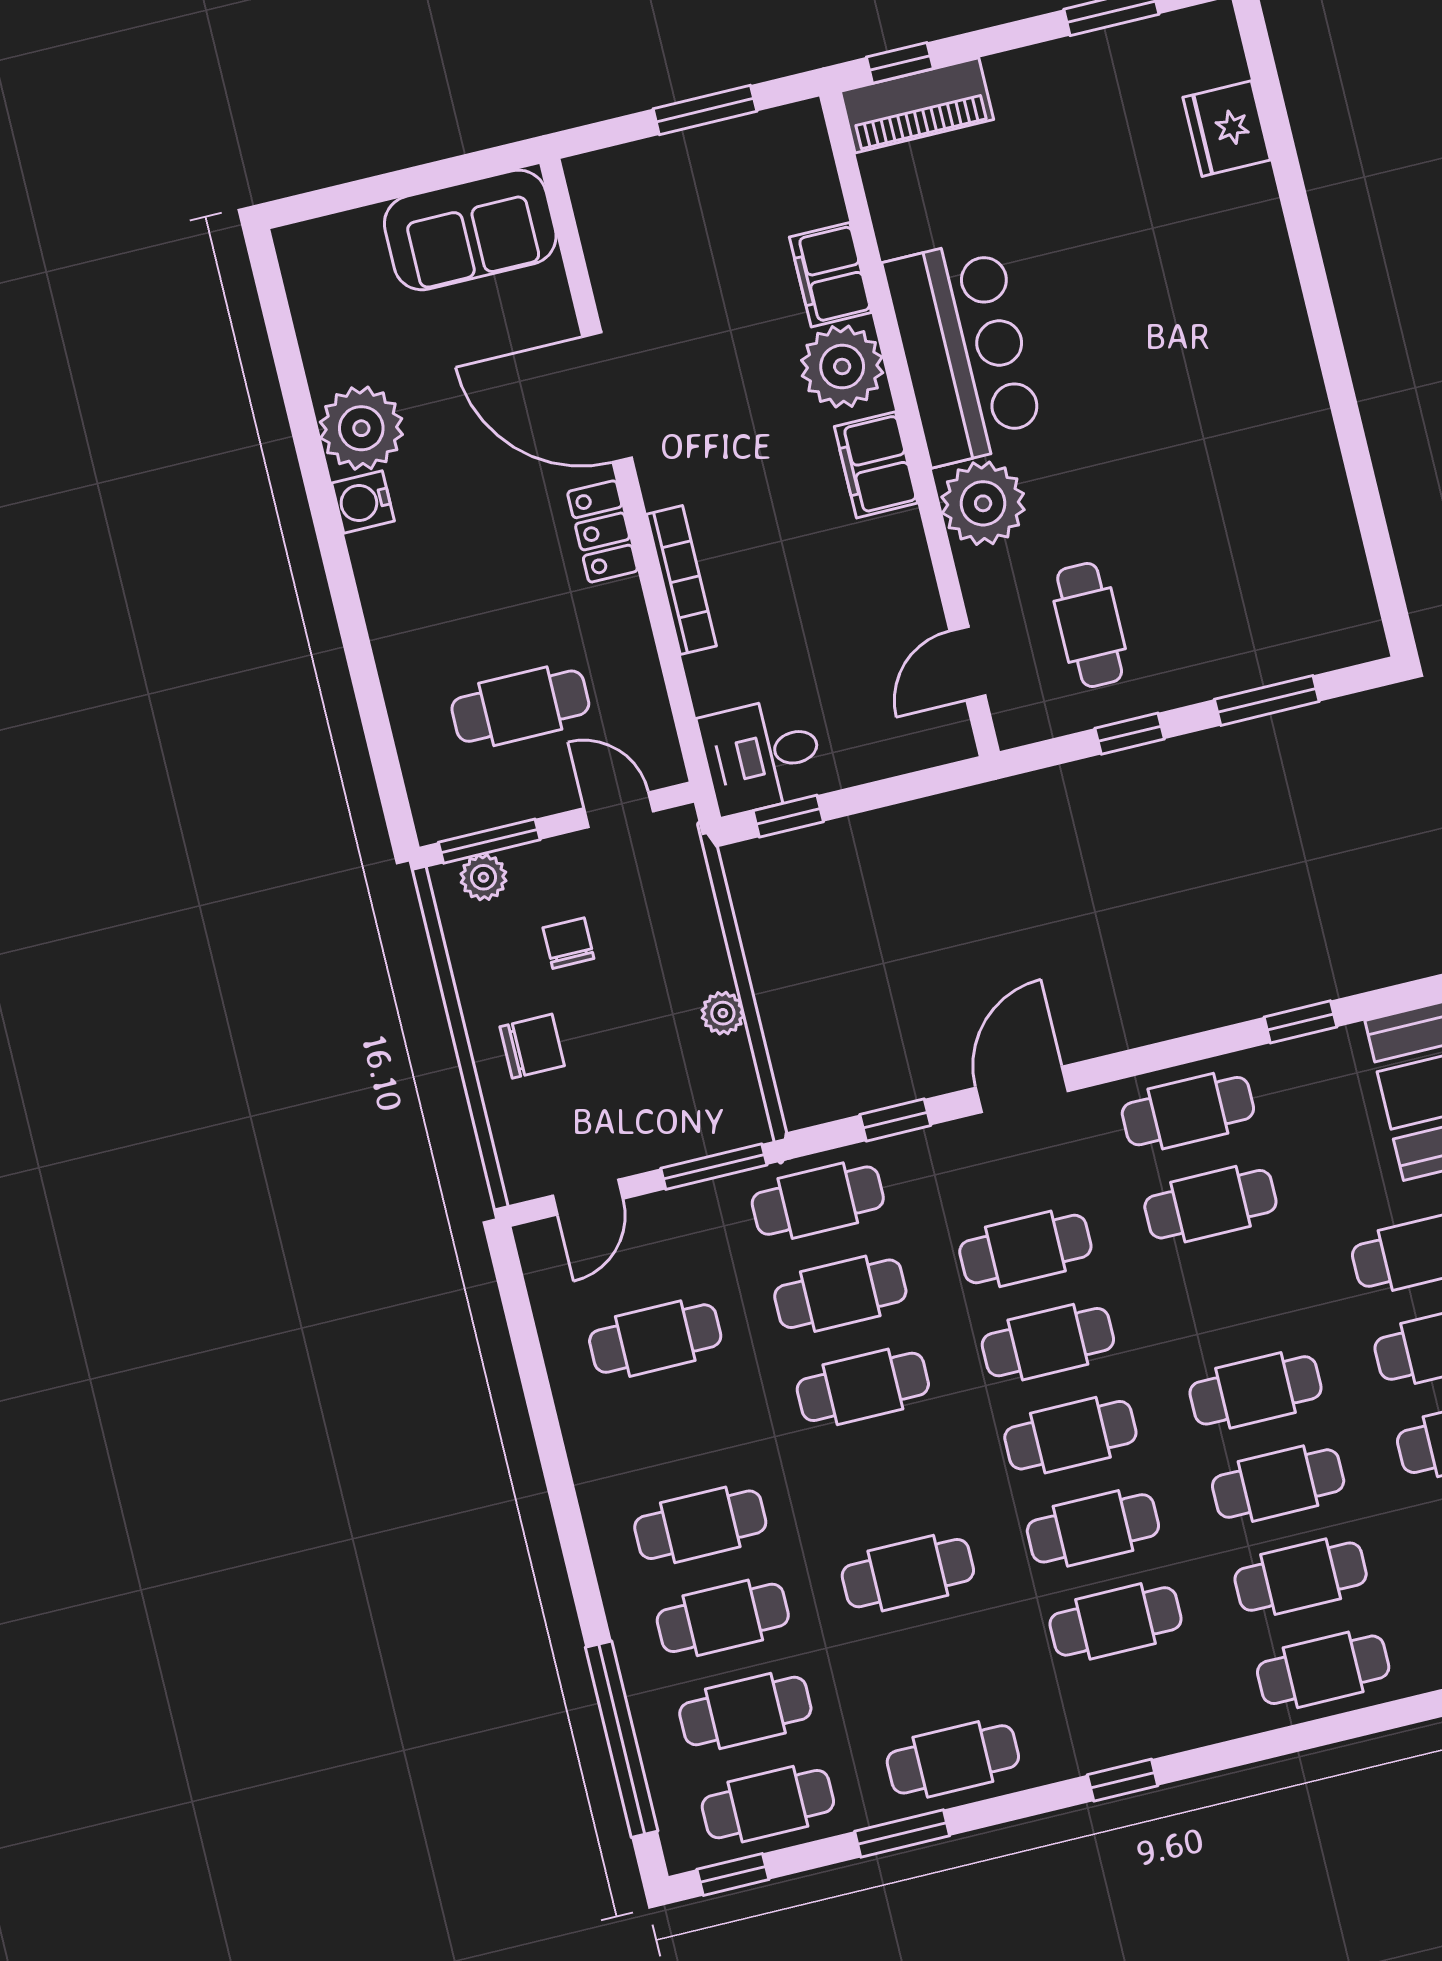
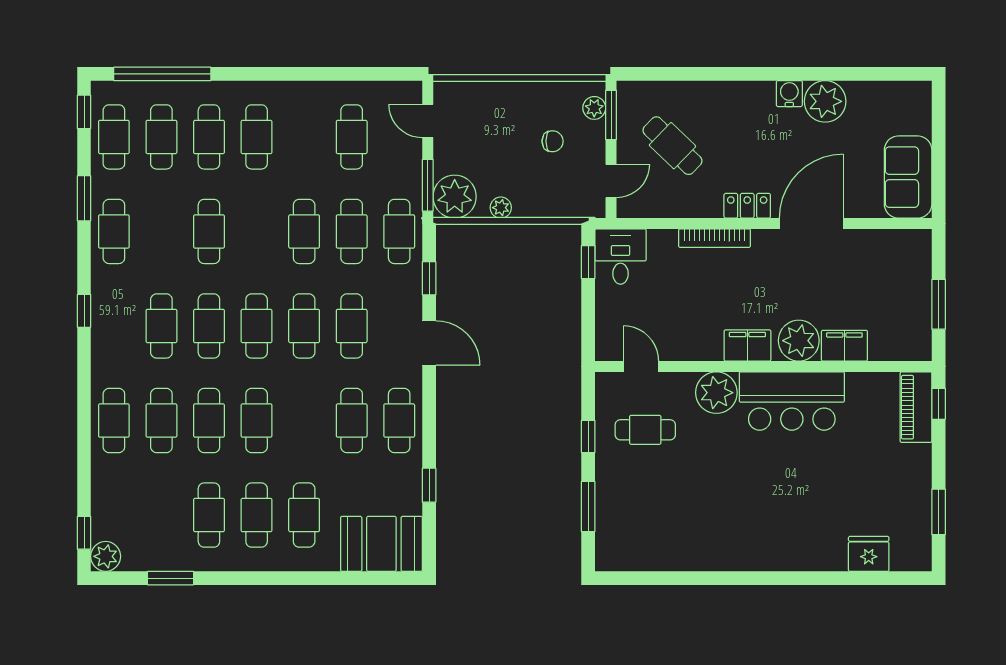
cafe table: (520, 706) -> (672, 146), turned -46
chair: (532, 1046) -> (507, 112), removed
plant: (723, 1109) -> (455, 197), added

